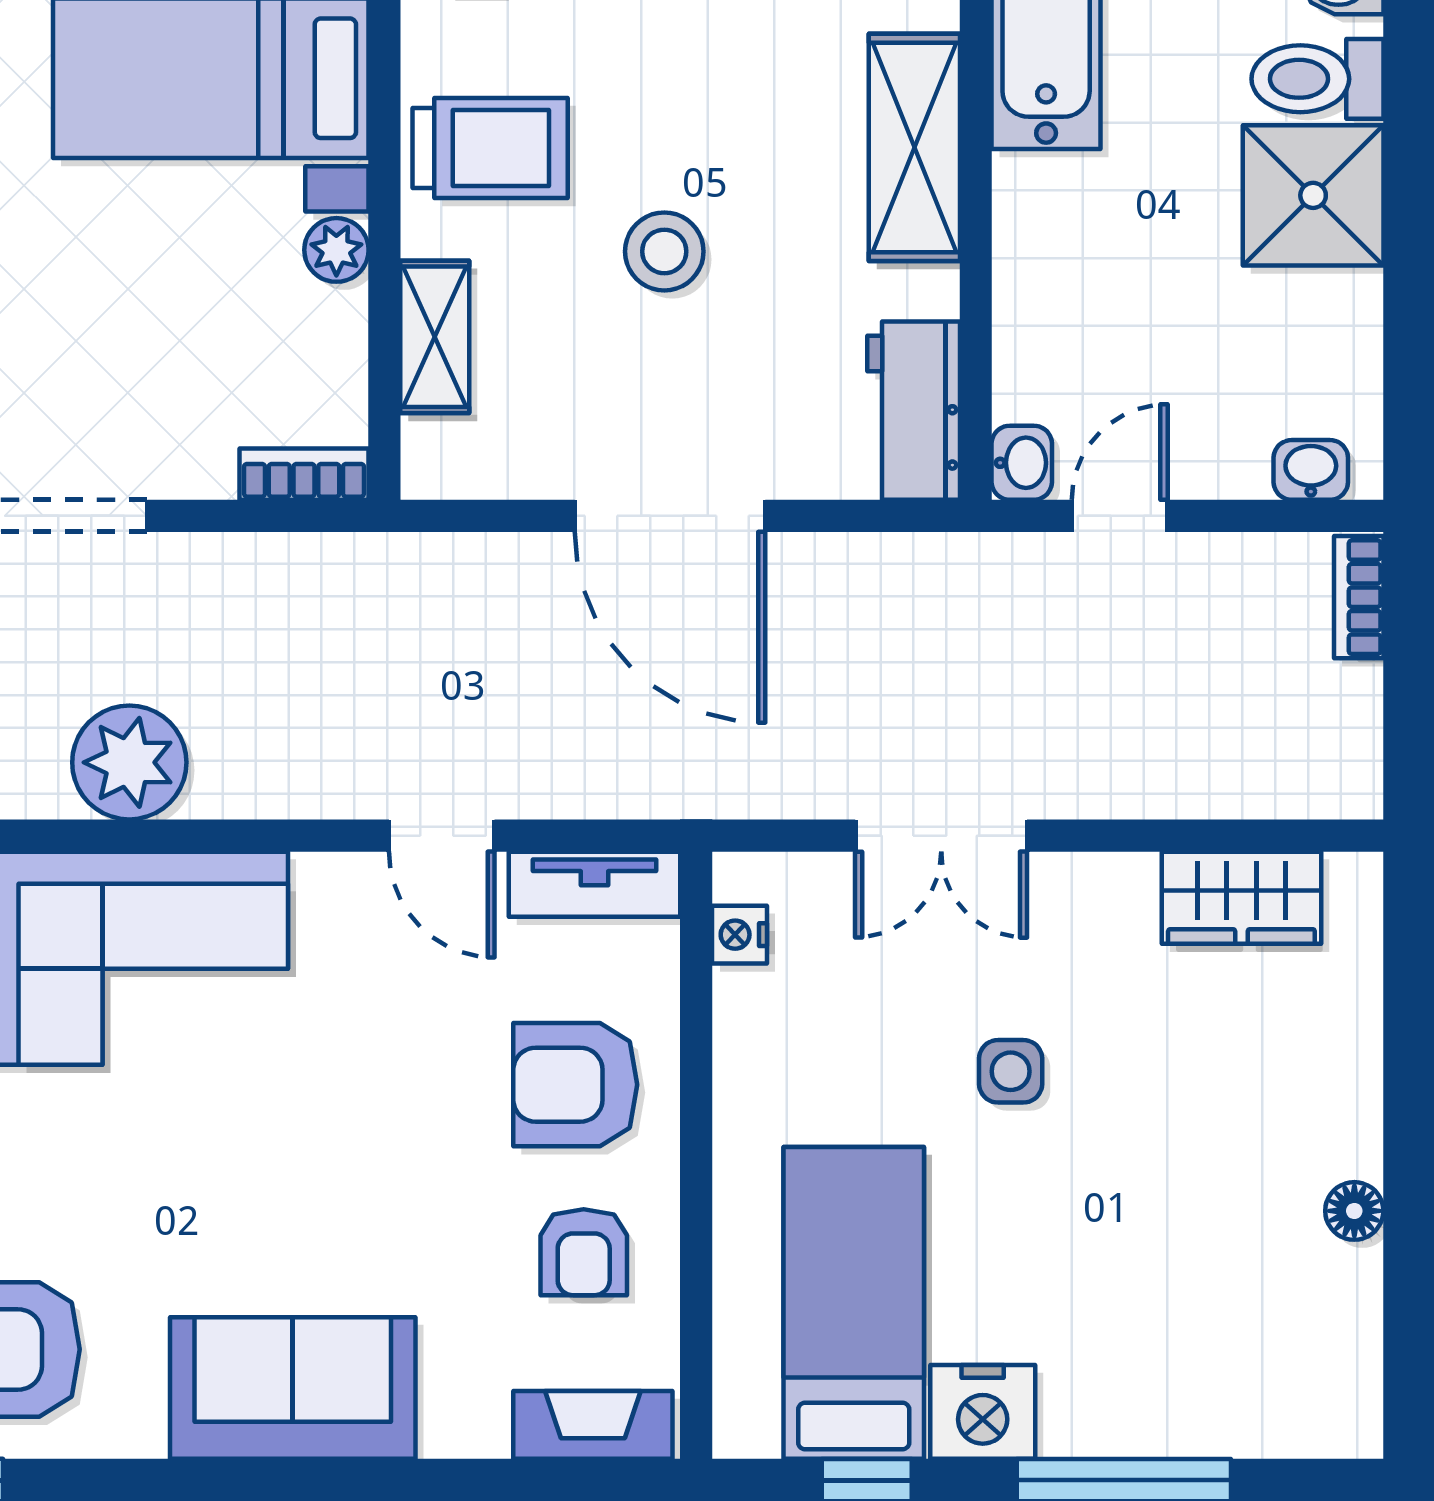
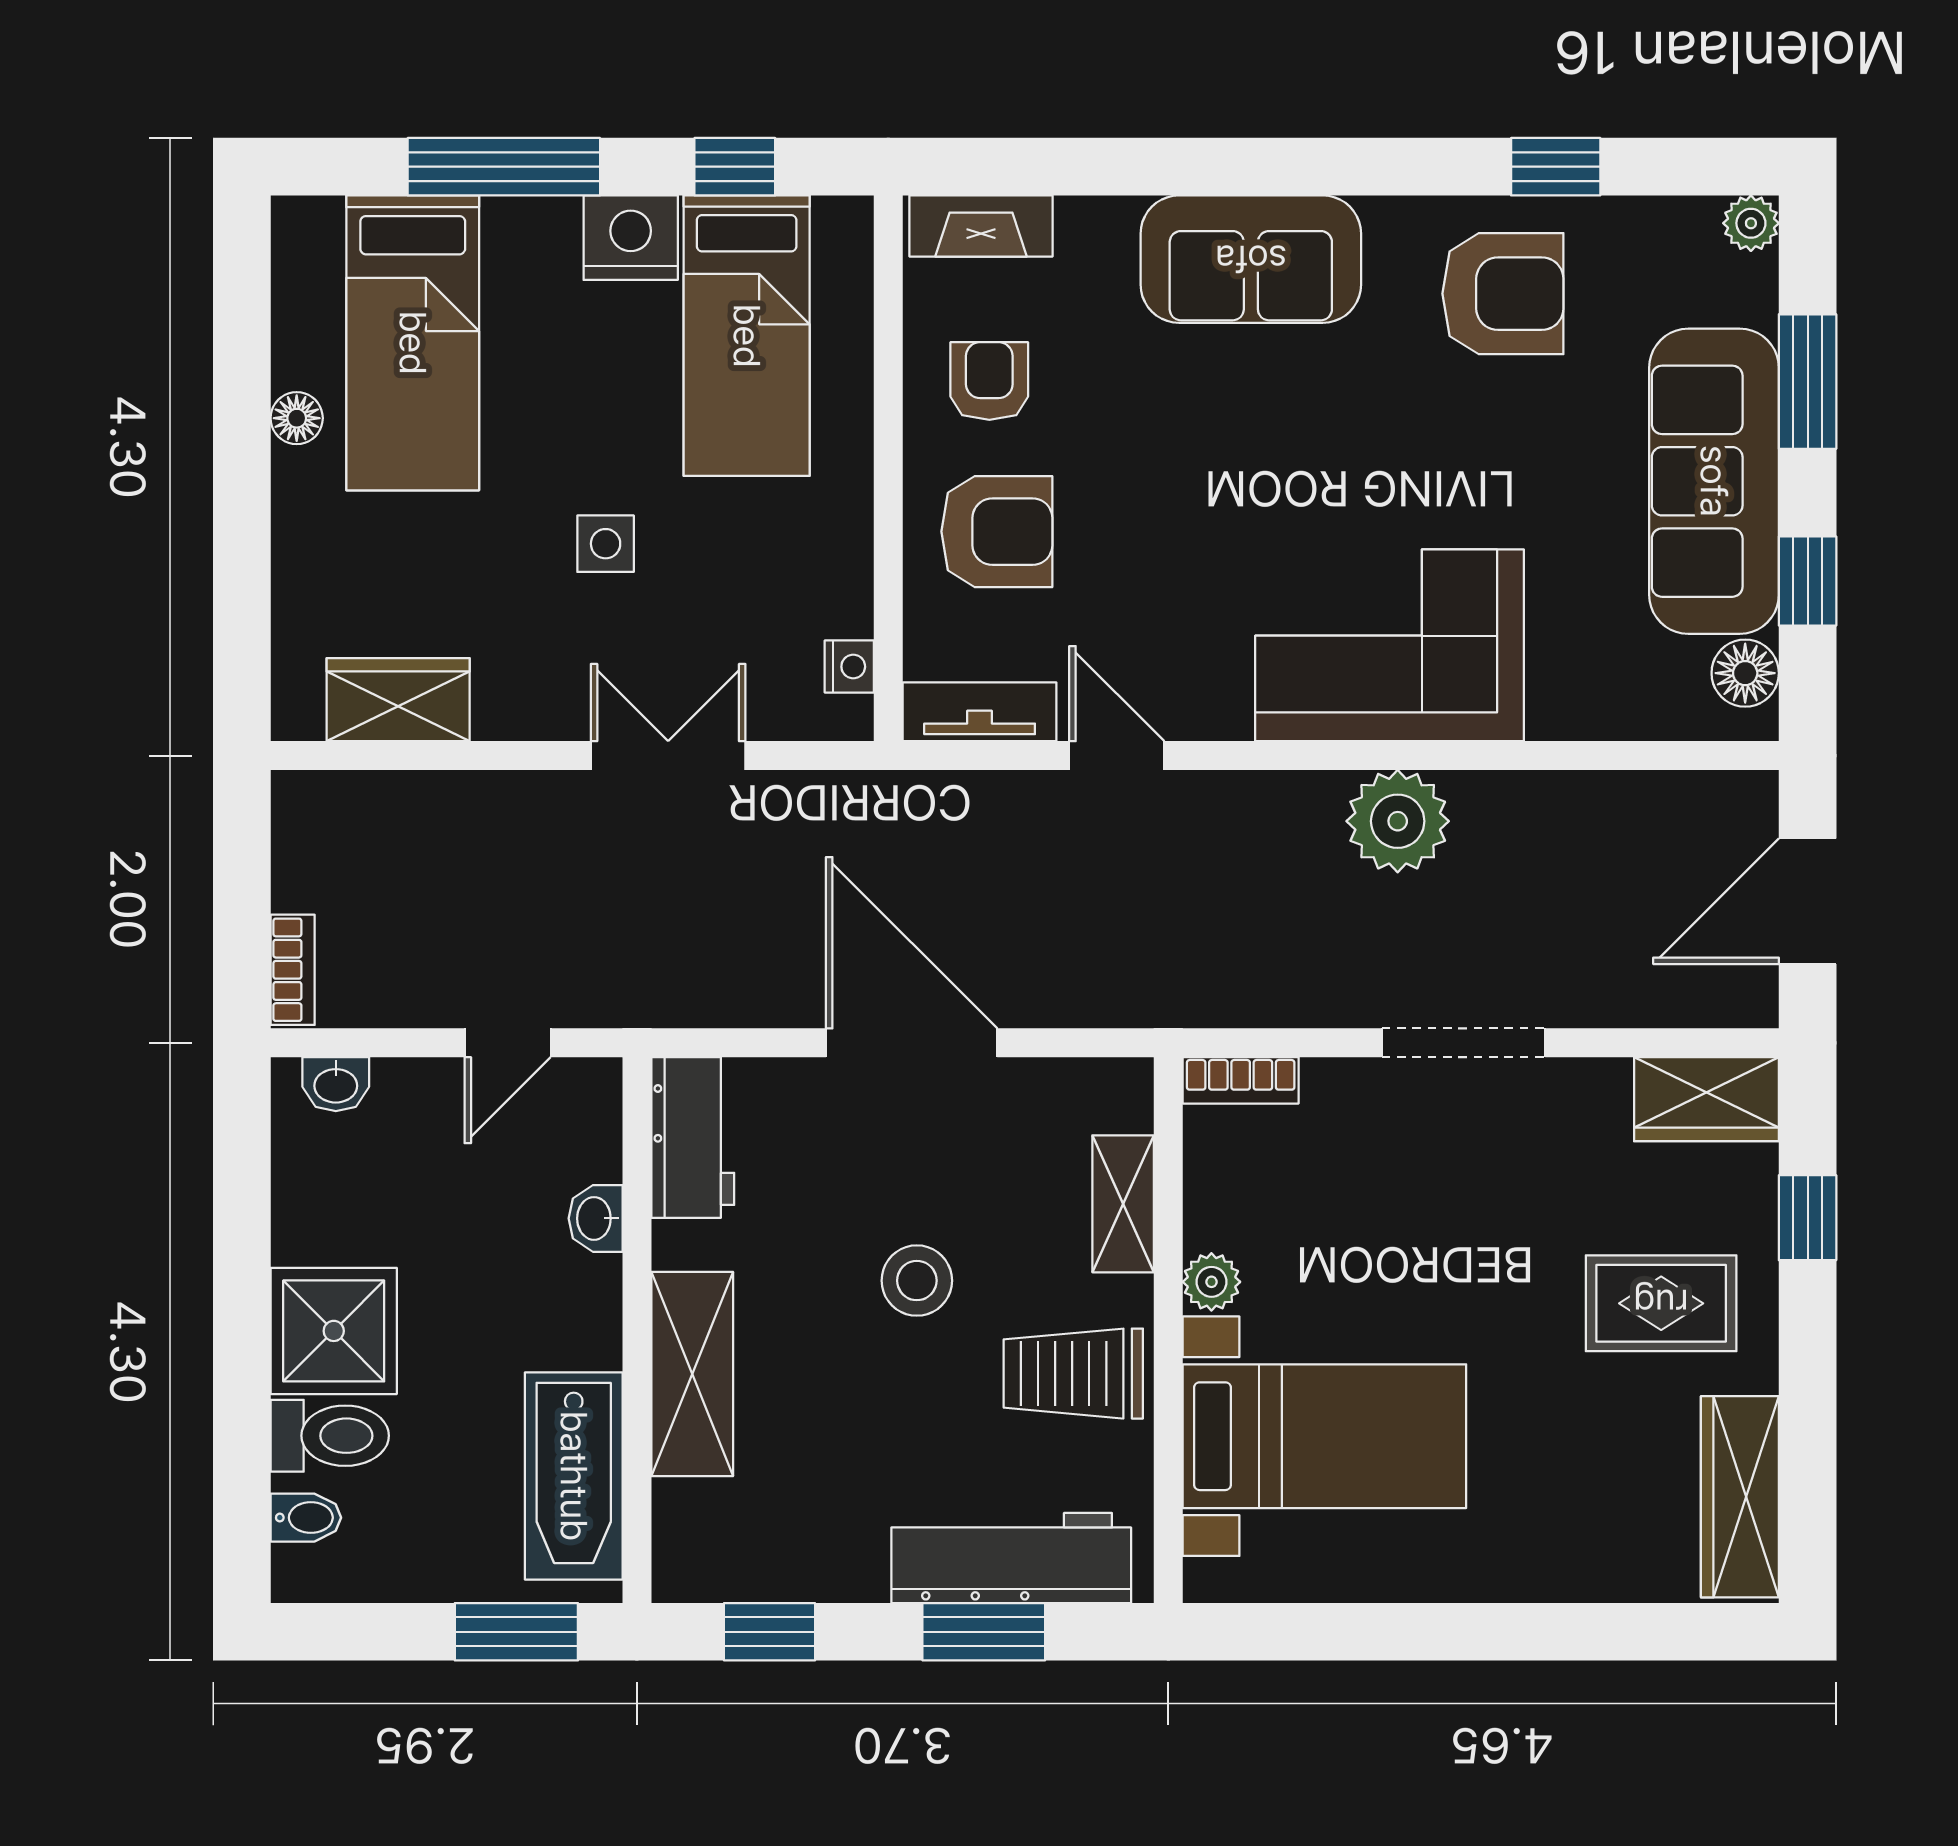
washbasin: (1022, 463) -> (596, 1218), moved
bed: (1225, 1295) -> (413, 343), added

